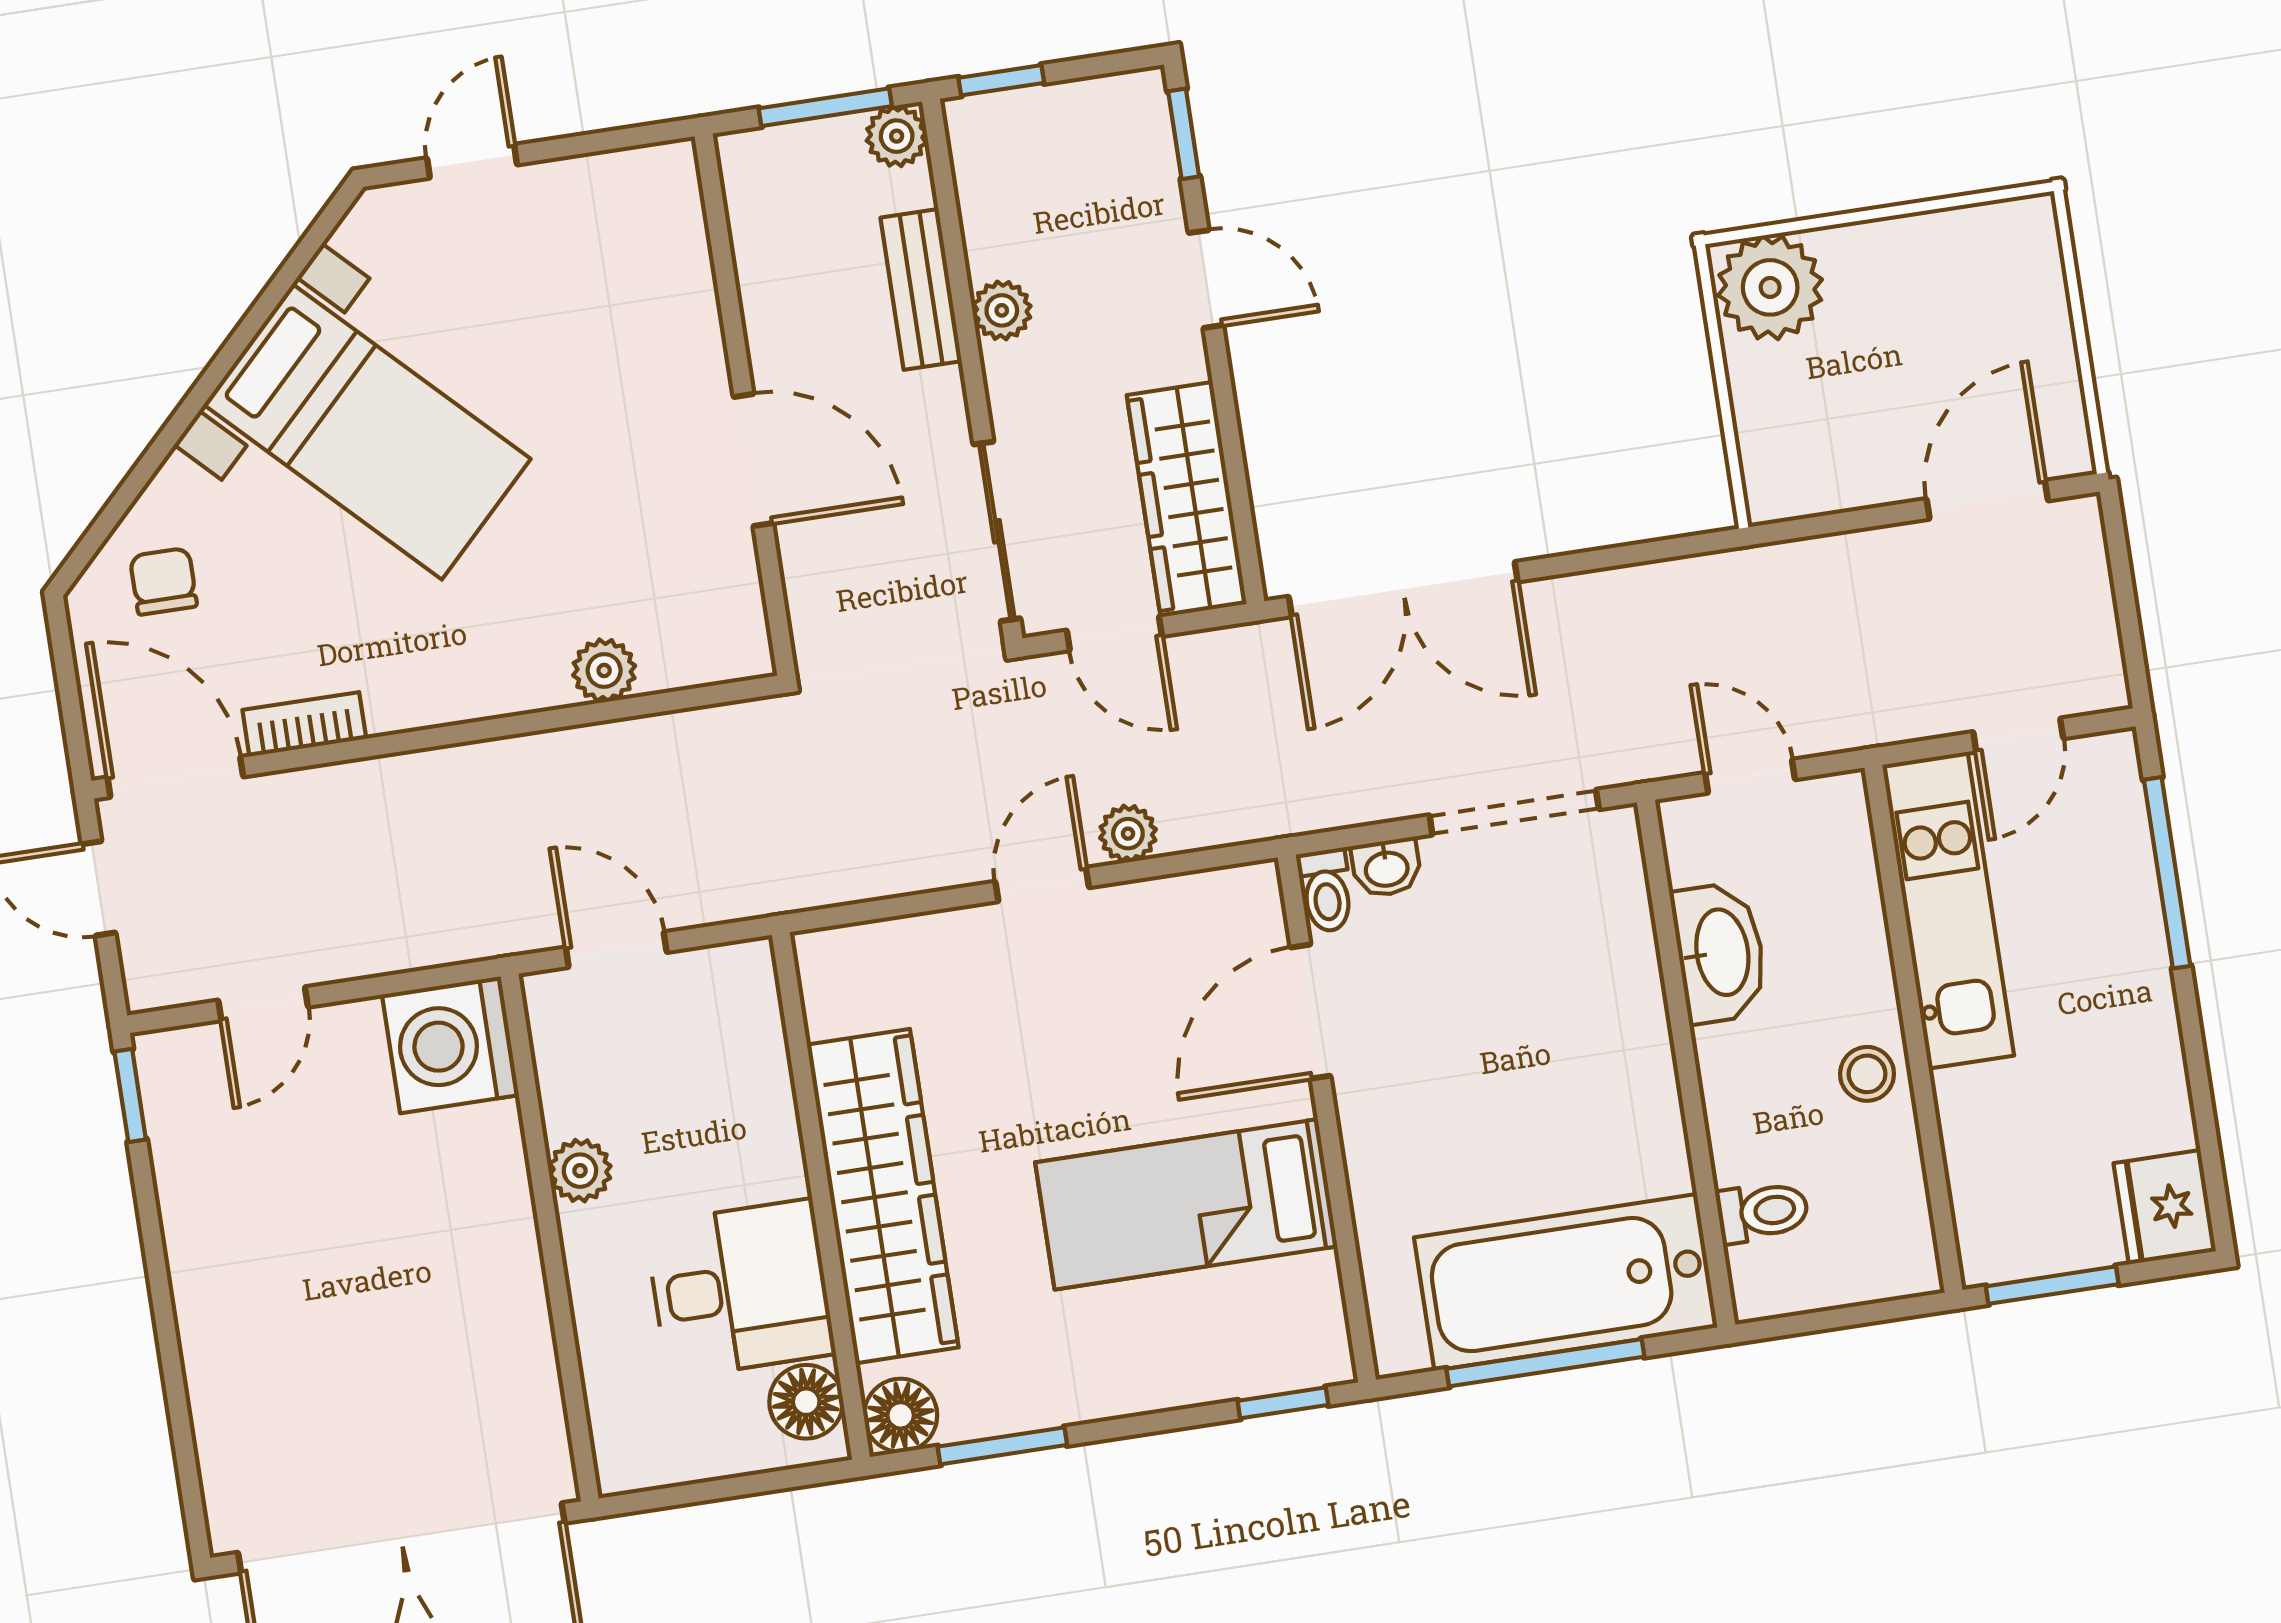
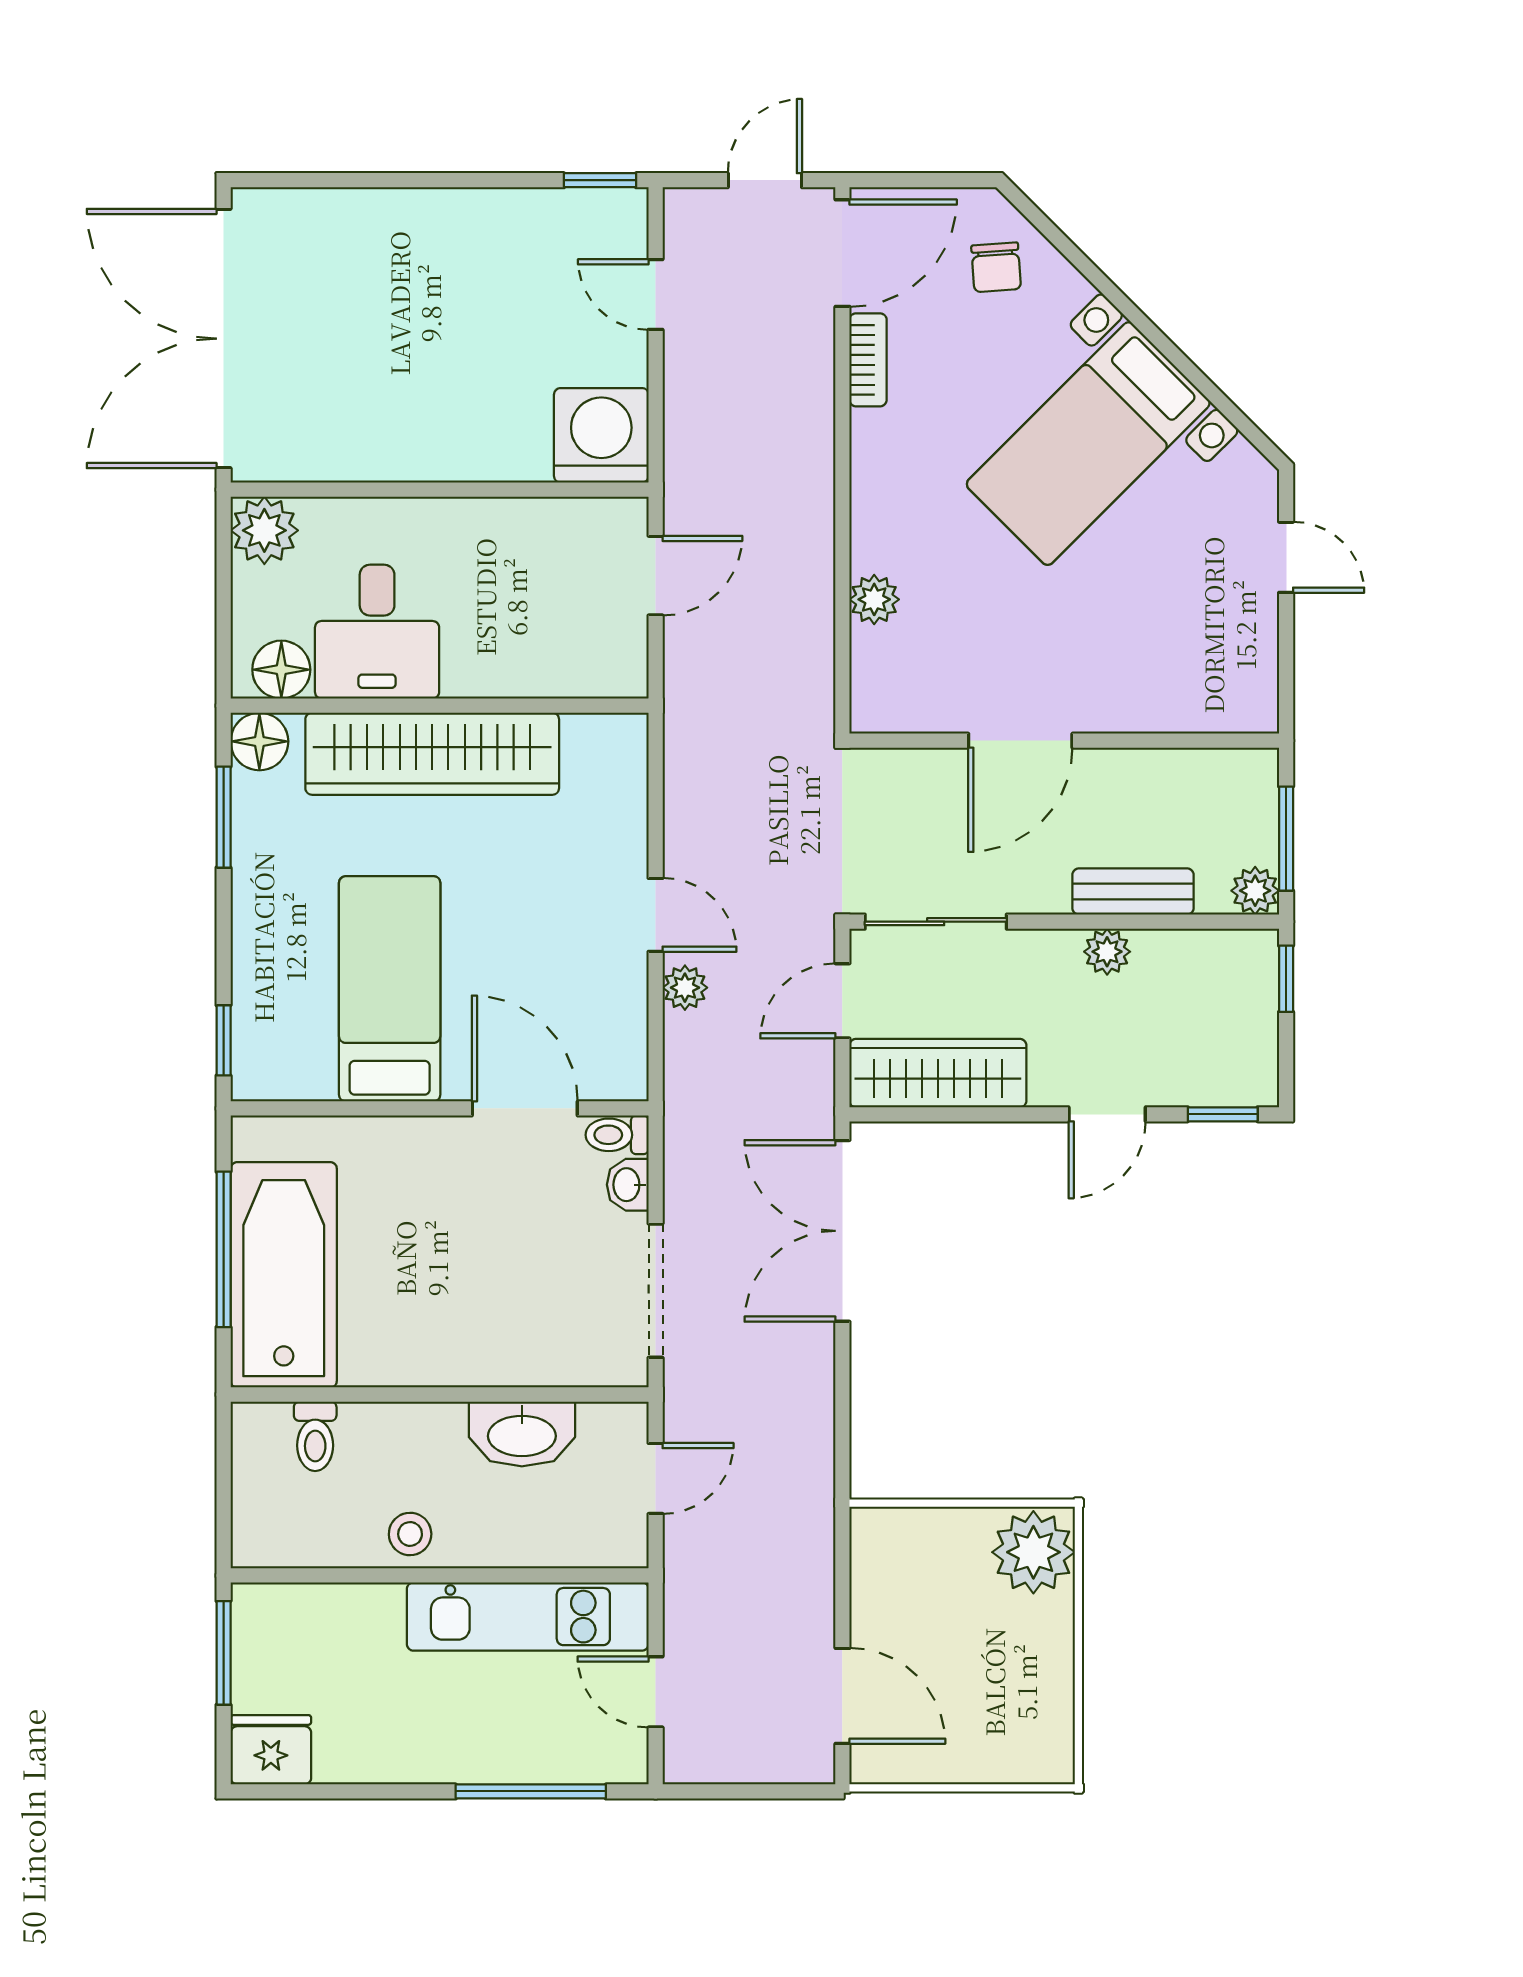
chair: (163, 581) -> (996, 267), turned 86
plant: (580, 1171) -> (264, 530), moved, width x1.38, depth x1.38

